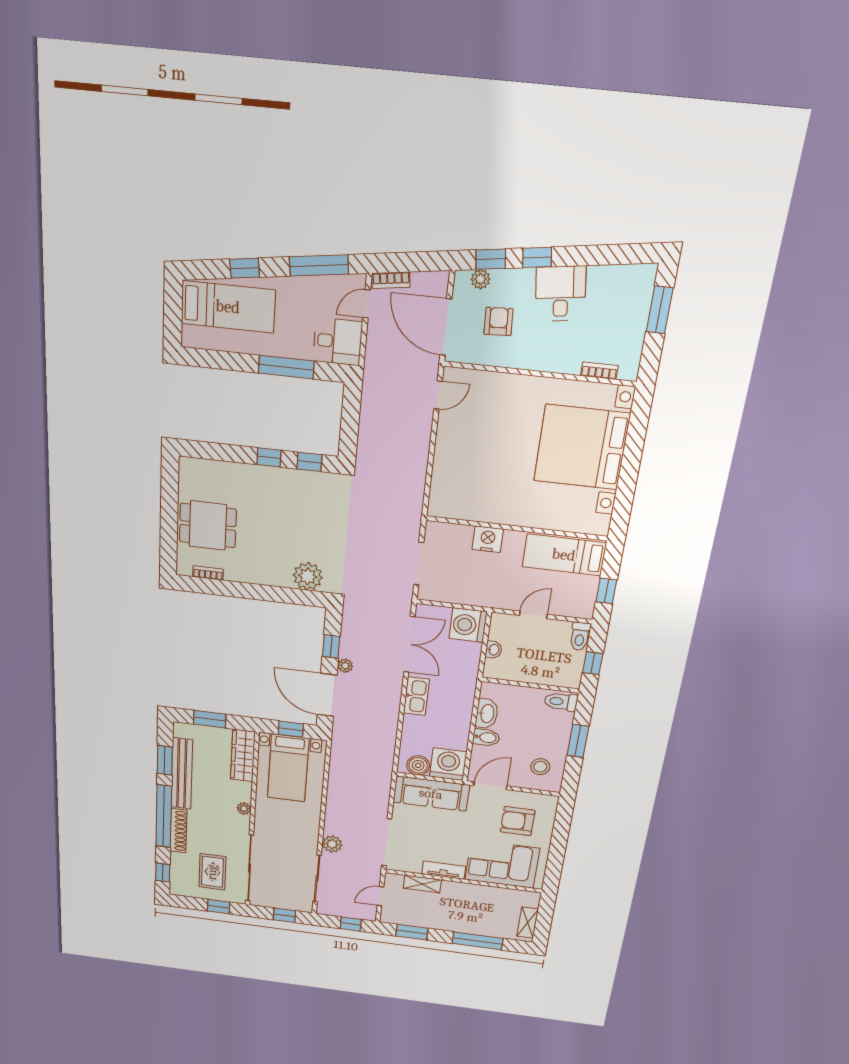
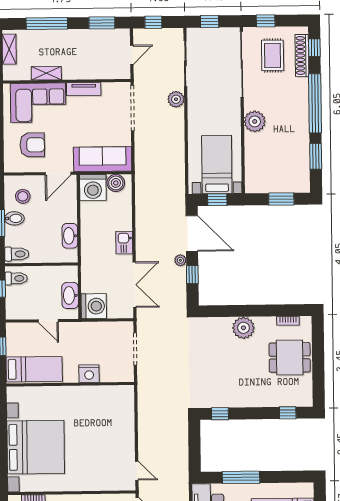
door: (438, 395) -> (137, 471), swing flipped
window: (269, 457) -> (288, 413), moved
plant: (308, 576) -> (243, 328), moved
door: (533, 615) -> (48, 321), hinge flipped
toilet: (580, 636) -> (16, 278), moved, turned 90
double door: (409, 644) -> (134, 285), swing flipped
washbasin: (494, 650) -> (70, 295), width x1.91, depth x1.45
kitchen sink: (416, 696) -> (124, 243), width x0.73
bidet: (486, 737) -> (14, 218), moved, turned 180
wardrobe: (243, 756) -> (253, 170), removed
bench: (182, 774) -> (302, 146), removed
plant: (244, 809) -> (255, 121), width x1.88, depth x1.88
shoe rack: (178, 831) -> (302, 55), moved
shelving: (422, 884) -> (46, 73), moved

